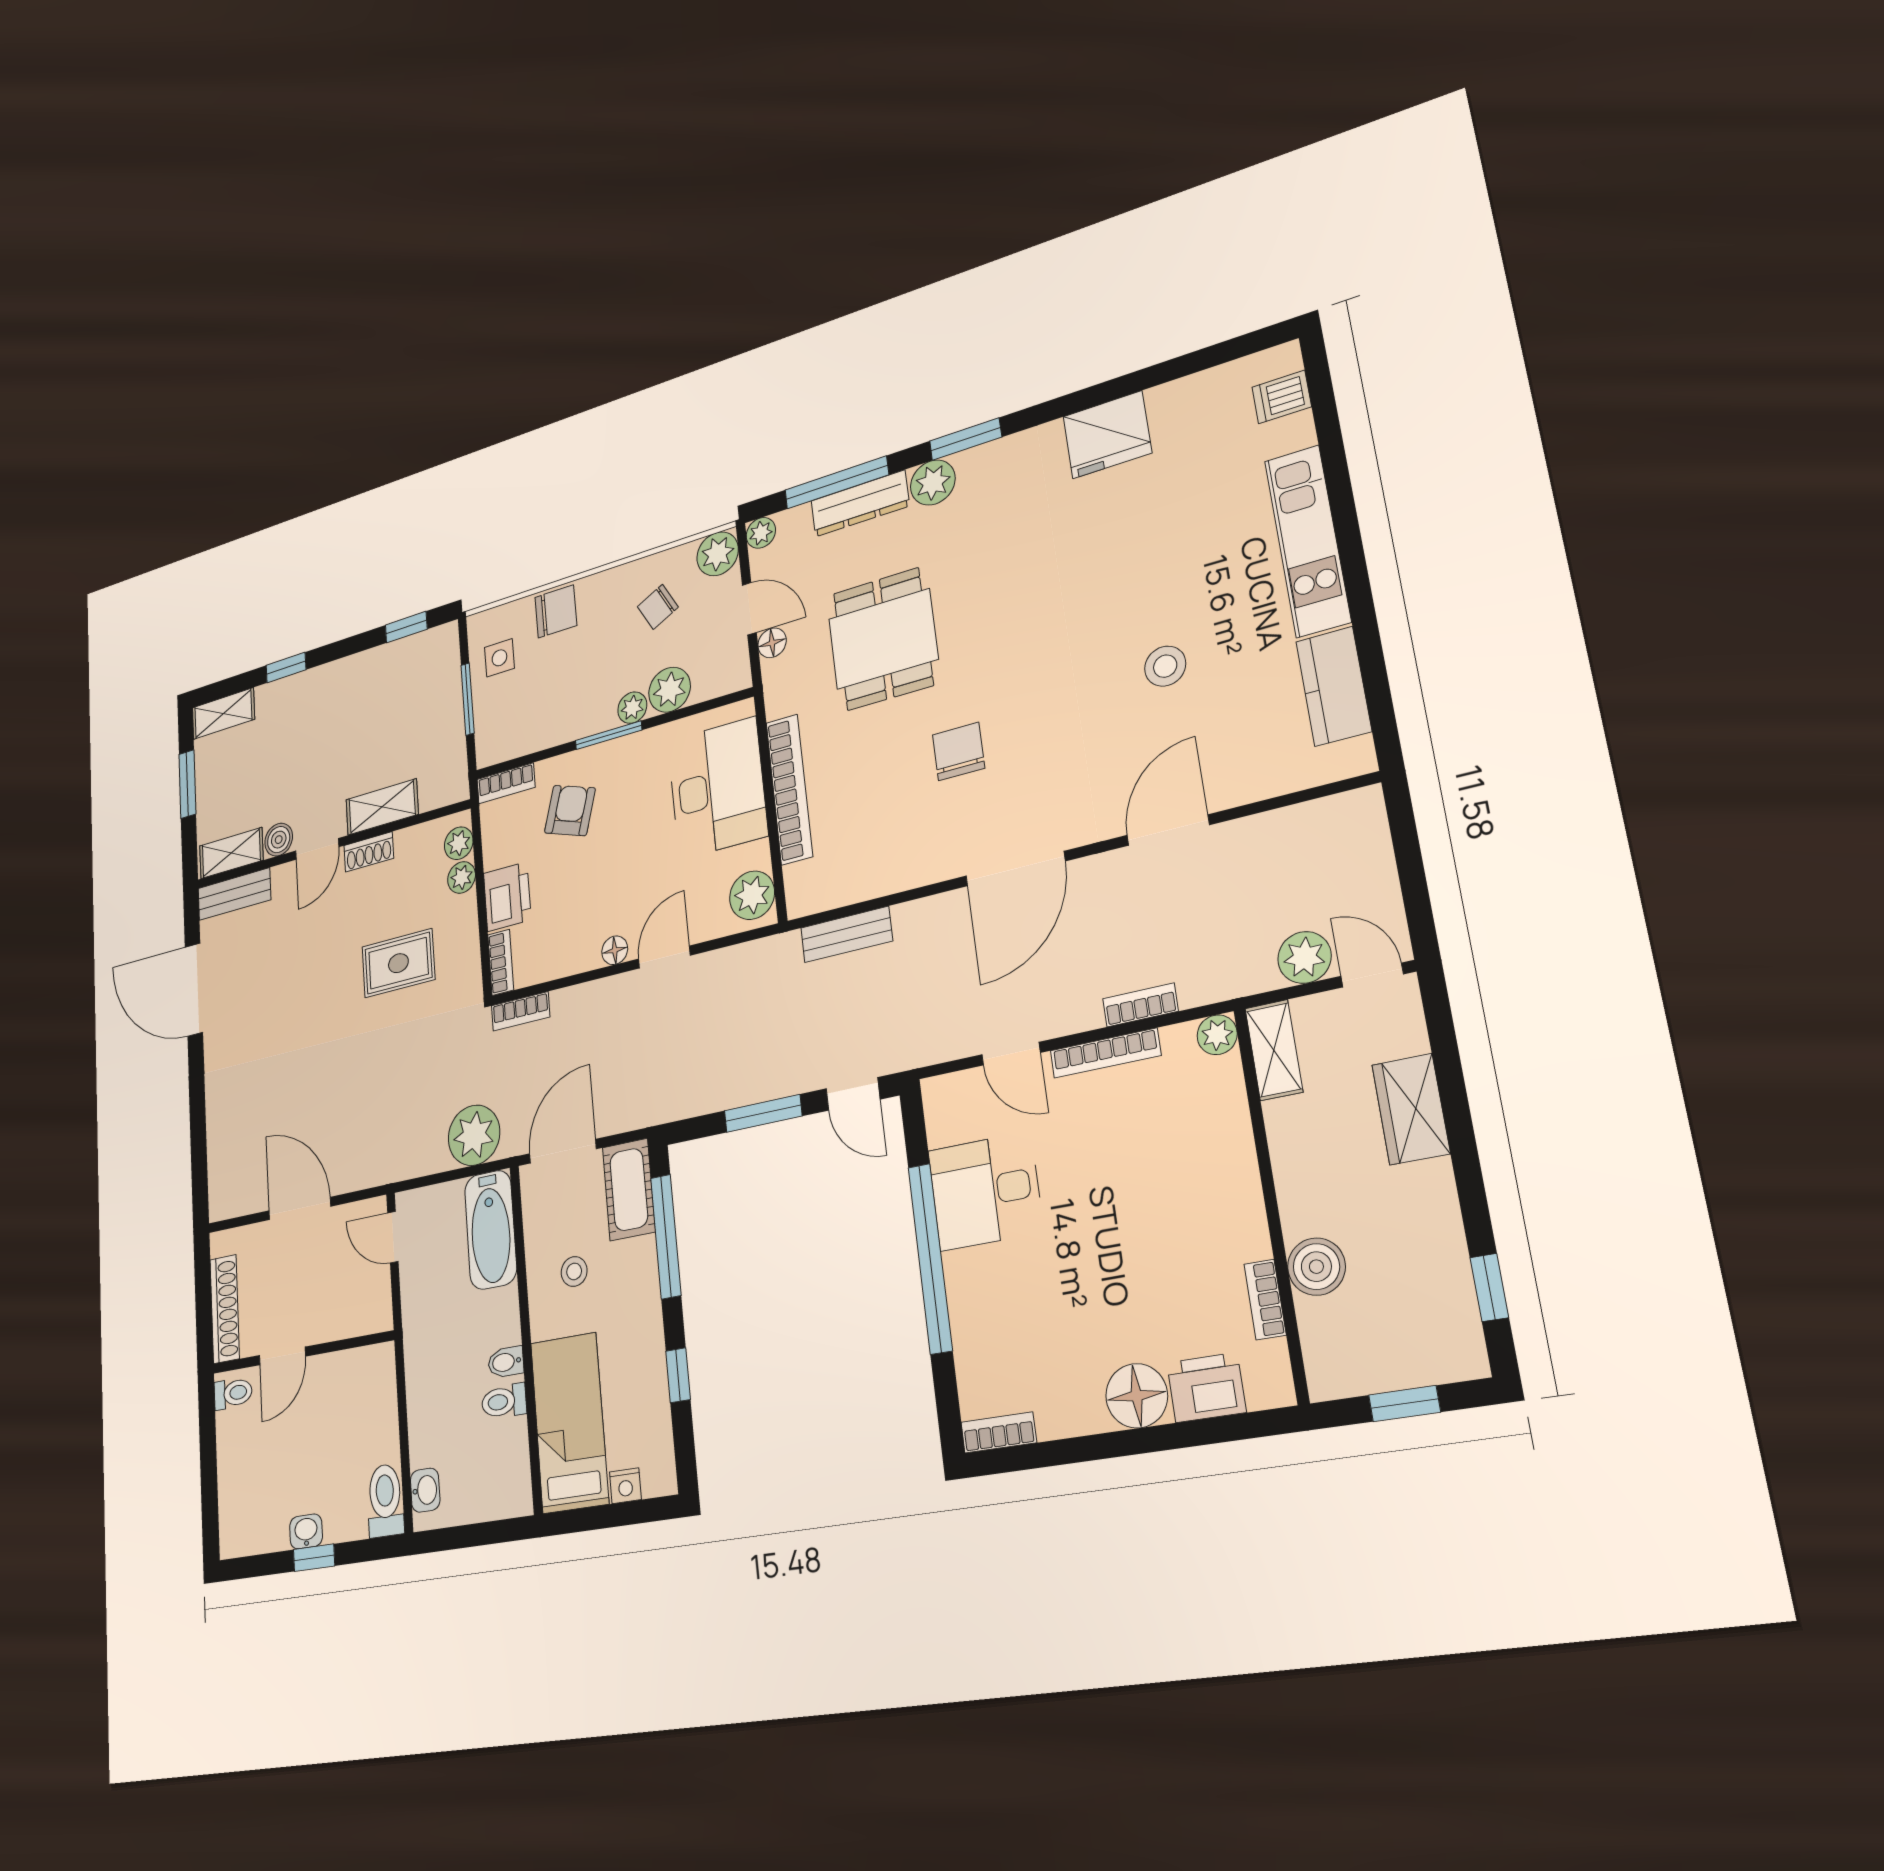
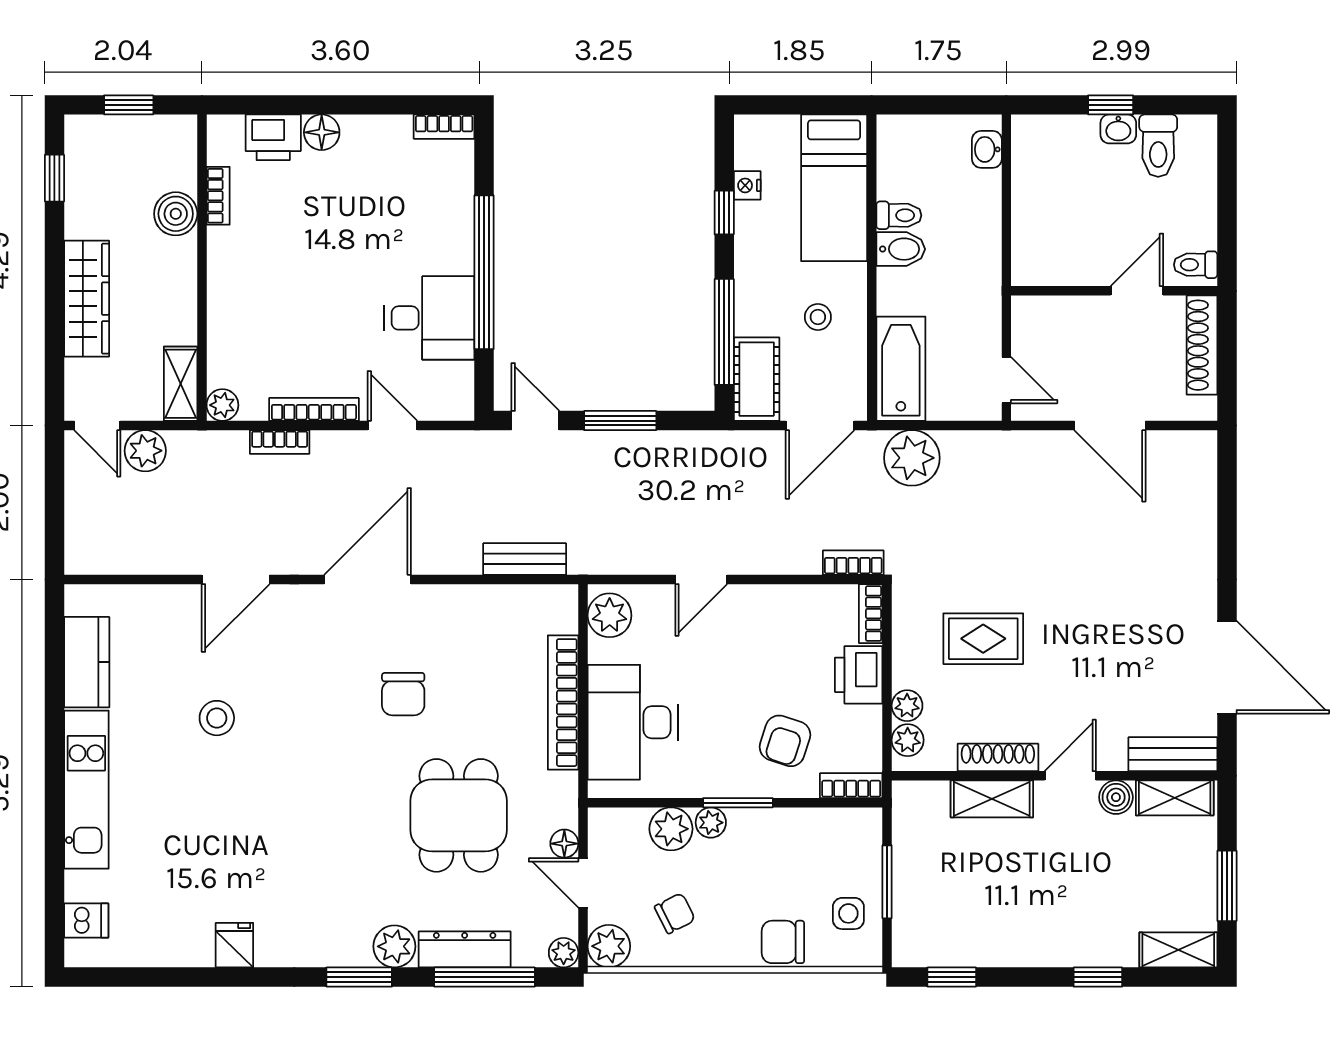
fridge: (1107, 435) -> (234, 945), width x0.53, depth x0.75
shoe rack: (369, 852) -> (998, 757), width x1.43
floor lamp: (615, 950) -> (751, 597), removed
wardrobe: (1411, 1109) -> (87, 299), width x1.50
bidet: (506, 1362) -> (901, 249), width x1.38, depth x1.36
floor lamp: (1137, 1396) -> (322, 132), width x0.73, depth x0.73
nightstand: (625, 1486) -> (747, 185), moved, turned -90
toilet: (385, 1500) -> (1158, 146), moved

